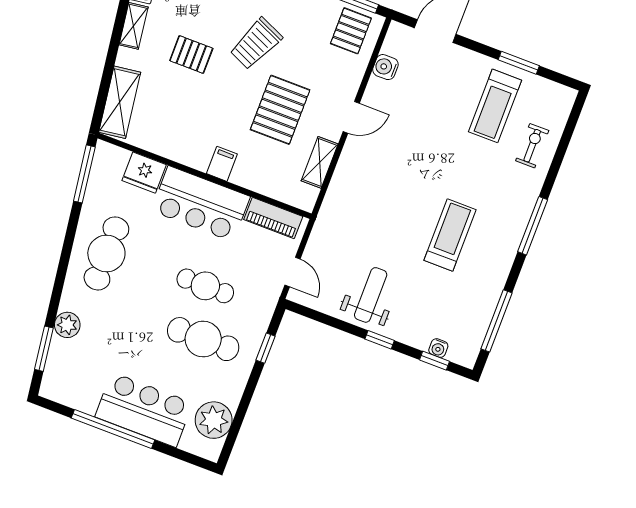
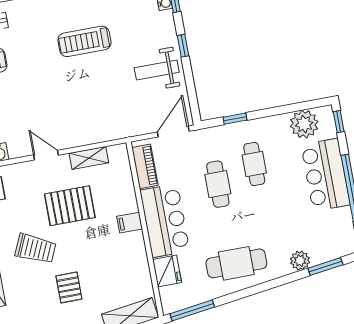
door: (292, 272) -> (173, 132), width x1.38
cafe table: (203, 339) -> (254, 164), width x0.73, depth x0.74
window: (193, 459) -> (339, 122), added

